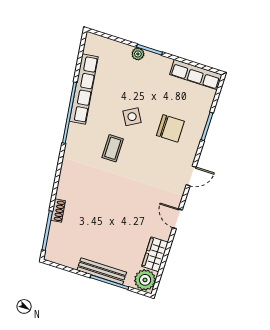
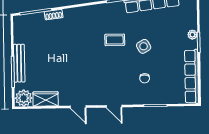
row of seats: (196, 75) -> (192, 76), width x1.36
chair: (170, 128) -> (145, 78), width x0.54, depth x0.54
door: (177, 219) -> (78, 107), swing flipped

